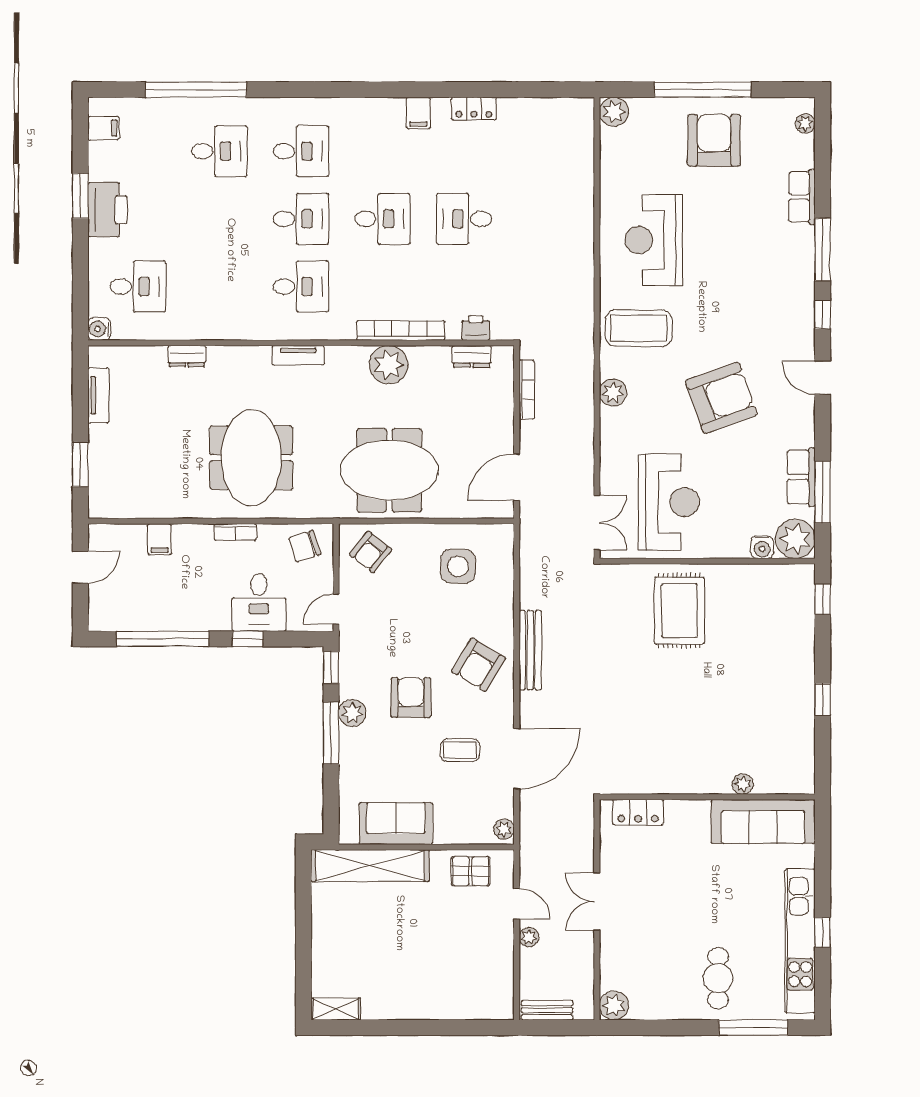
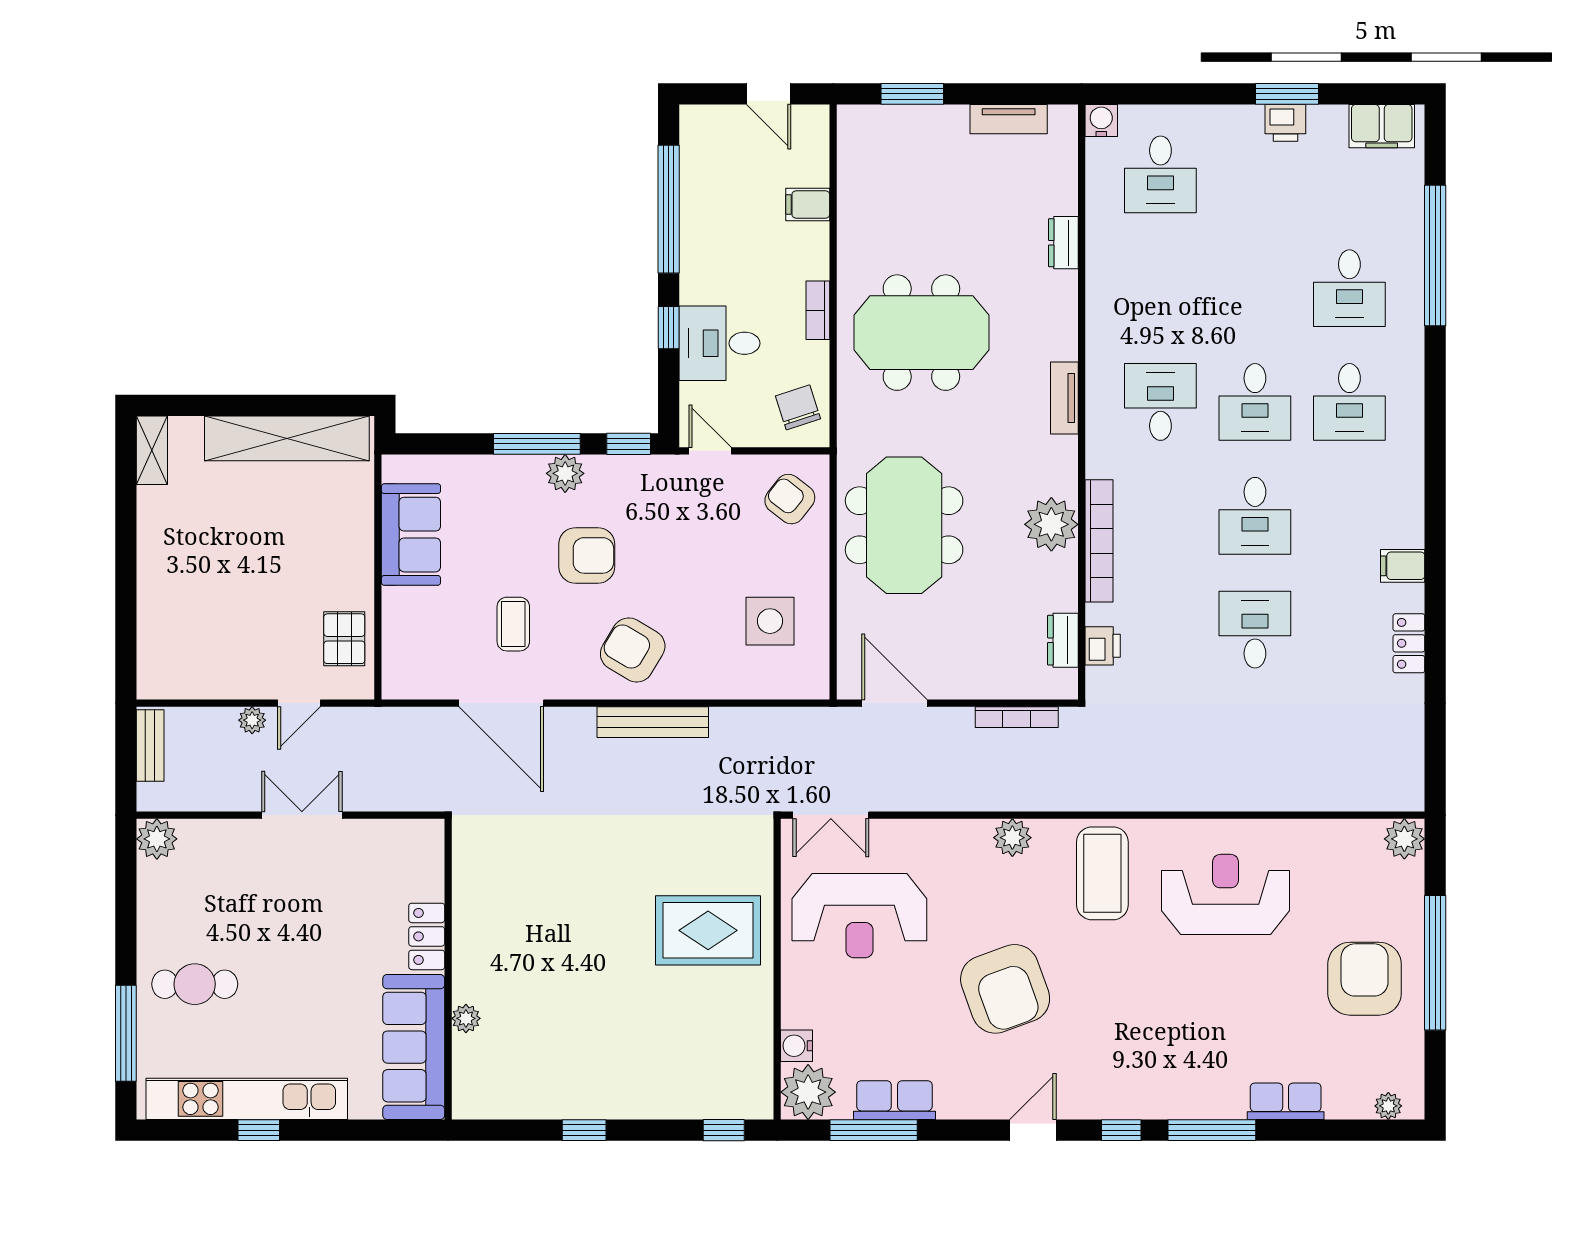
filing cabinet: (103, 128) -> (1382, 126), width x2.00
armchair: (714, 140) -> (1365, 979), turned -90
printer: (107, 210) -> (1285, 123), width x0.53, depth x0.68
desk: (301, 287) -> (1160, 402), turned 180
locker: (638, 812) -> (427, 936), moved
plant: (504, 829) -> (403, 685), removed
shelving: (370, 866) -> (287, 438), moved, turned 90

